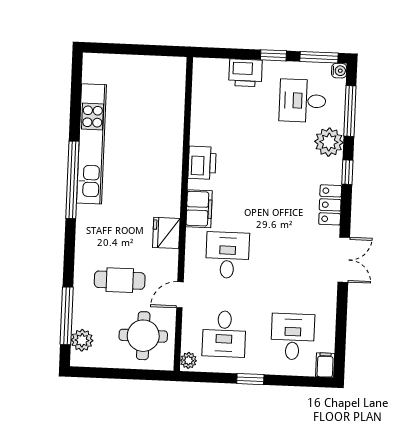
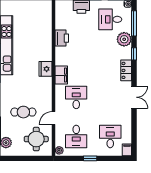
printer: (202, 163) -> (62, 38), moved
fridge: (166, 233) -> (45, 69), moved

